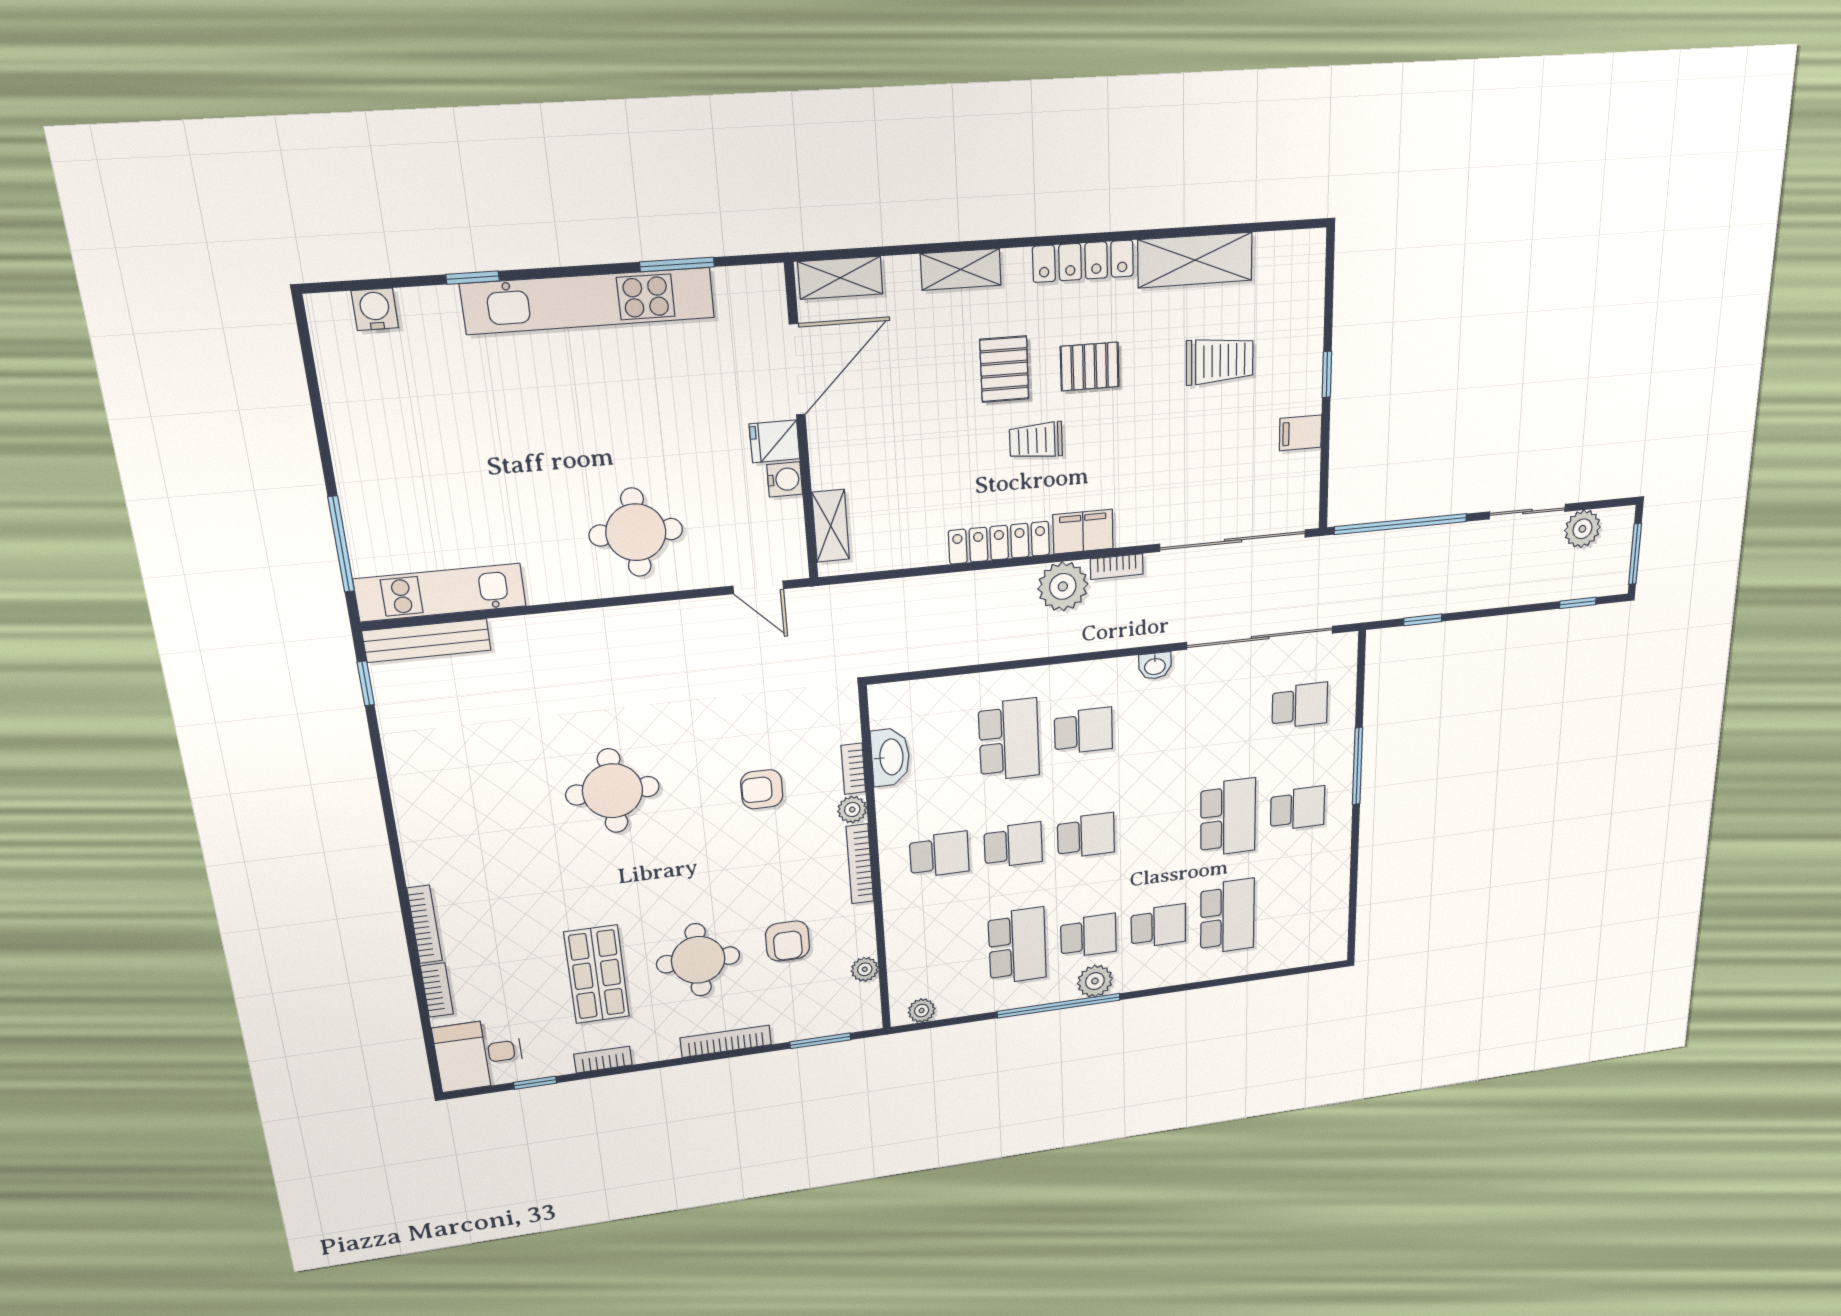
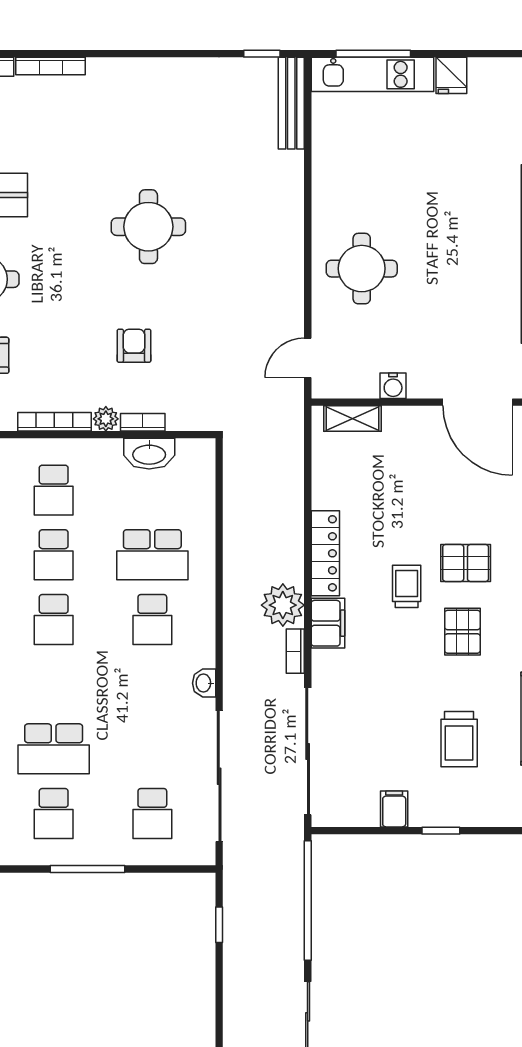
fridge: (775, 441) -> (451, 75), moved, turned 180
kitchen unit: (440, 593) -> (372, 74), moved, turned 90

